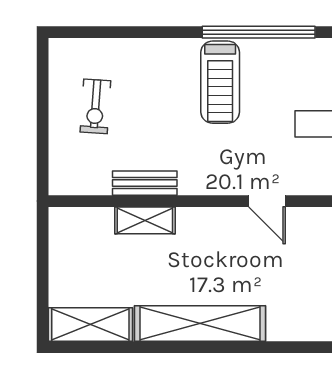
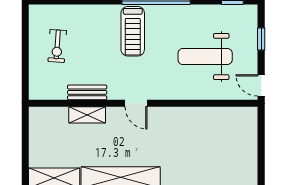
door: (267, 201) -> (136, 103), moved

